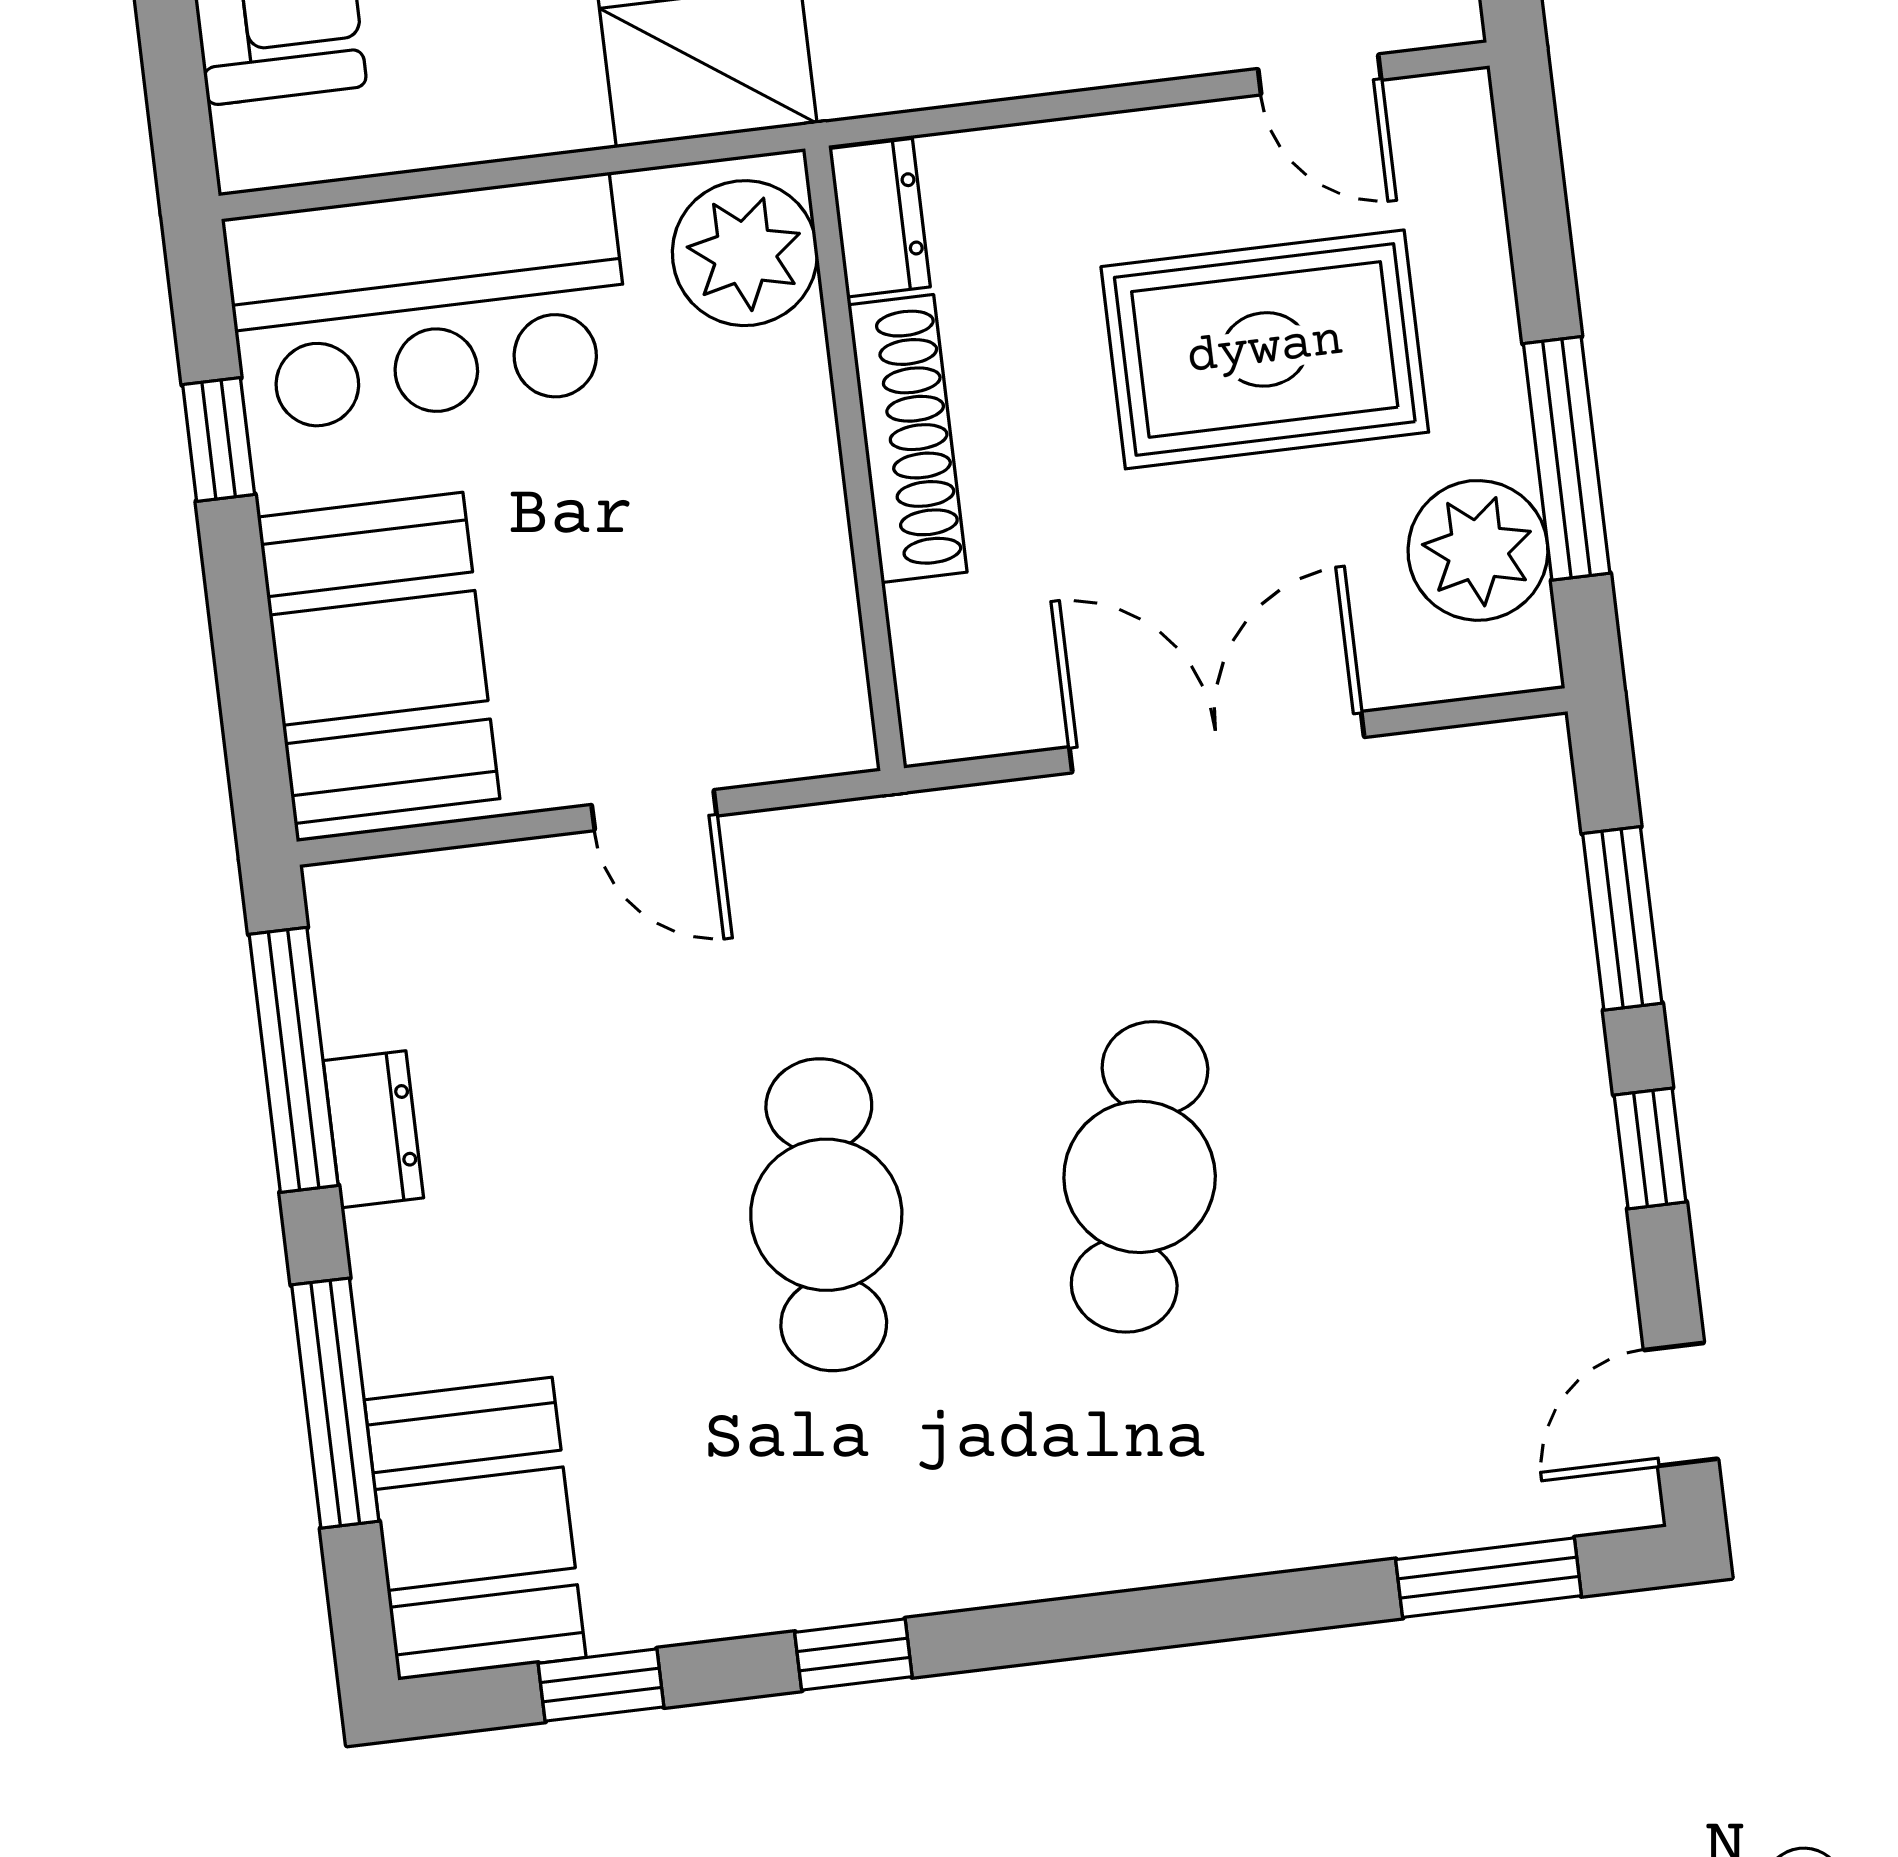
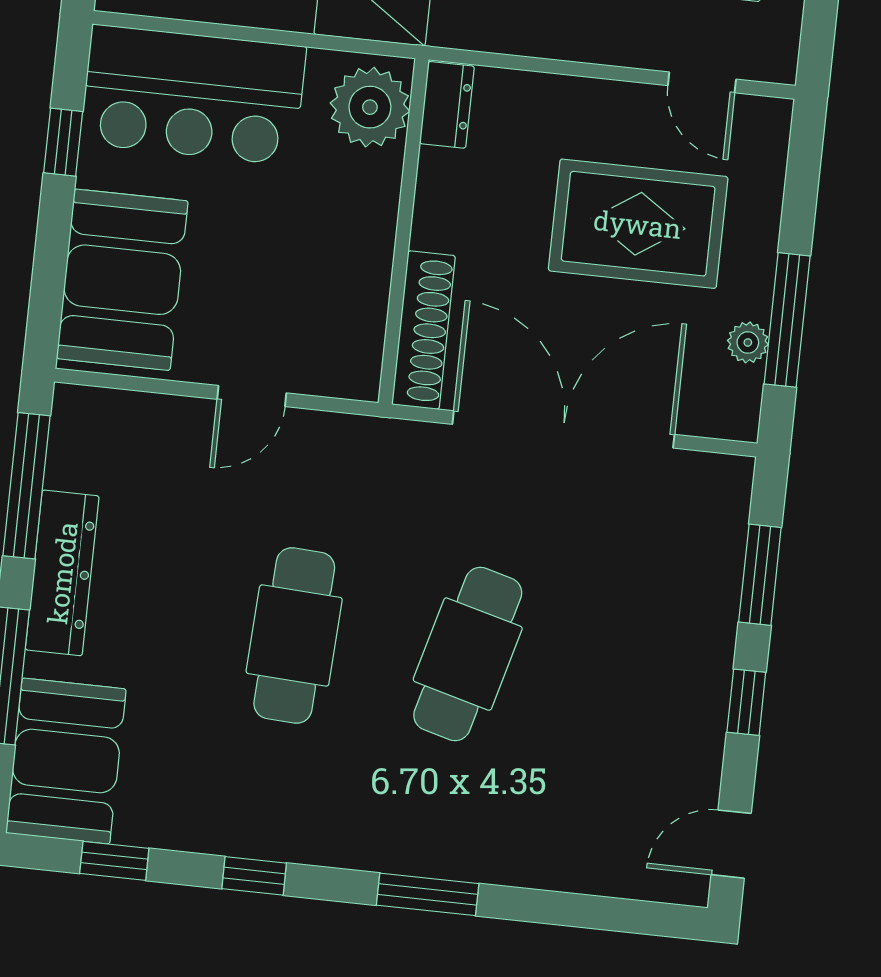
shoe rack: (907, 438) -> (423, 330), moved
plant: (1478, 550) -> (748, 342), width x0.53, depth x0.53
double door: (1217, 742) -> (563, 429), width x1.36
door: (654, 810) -> (252, 396), hinge flipped
dresser: (373, 1129) -> (62, 573), width x1.96, depth x1.24
window: (1488, 1578) -> (428, 894), moved

